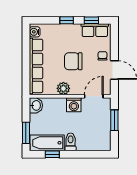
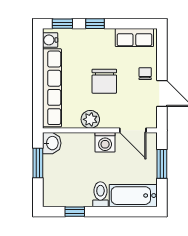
window: (91, 20) -> (62, 24), moved
chair: (73, 61) -> (104, 81), turned -90
door: (94, 96) -> (133, 130), swing flipped
window: (26, 133) -> (38, 163), moved
bathtub: (47, 143) -> (133, 196), moved

